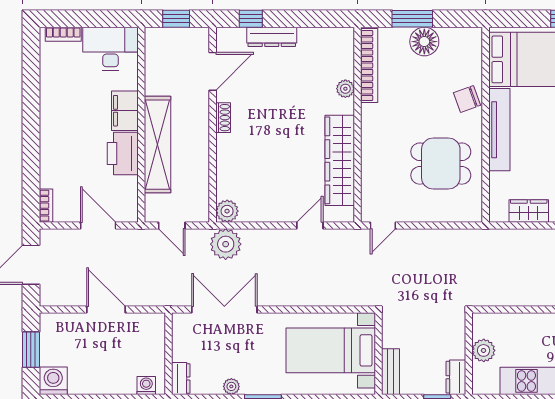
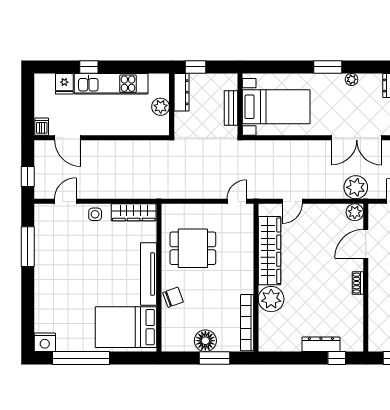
door: (213, 71) -> (366, 244), moved
plant: (345, 89) -> (271, 299), width x1.87, depth x1.87
wardrobe: (529, 211) -> (134, 212), width x1.50
bench: (390, 372) -> (231, 108), moved
dresser: (456, 377) -> (181, 92), width x1.44

